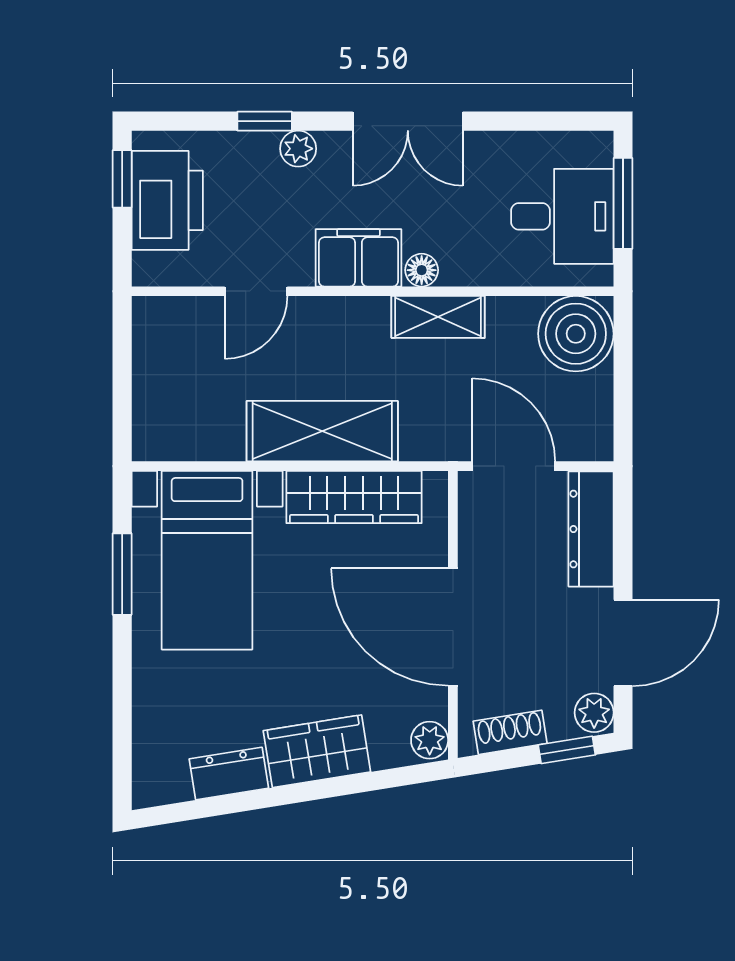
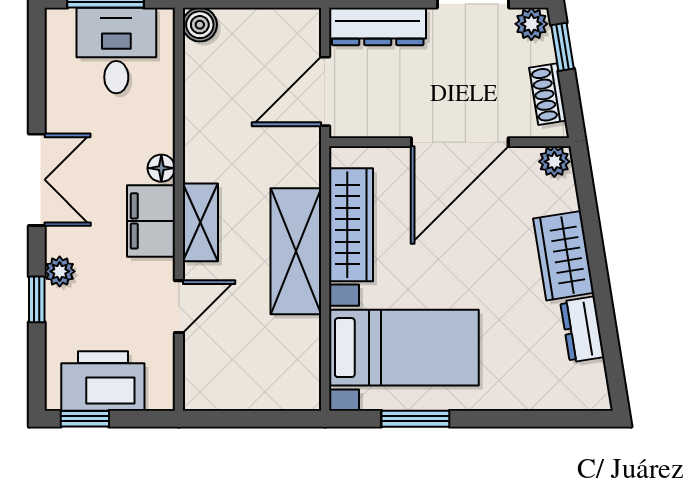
door: (256, 291) -> (179, 307), hinge flipped
shelving: (438, 317) -> (200, 222), moved
boiler: (576, 334) -> (200, 25), width x0.54, depth x0.54

